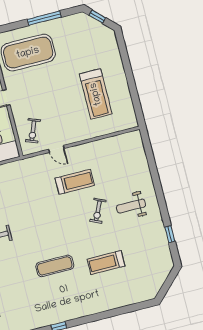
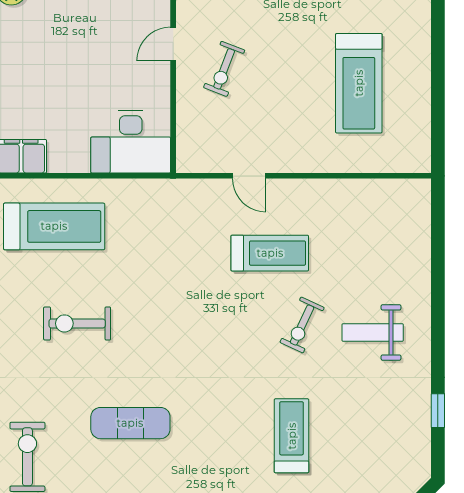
exercise bike: (33, 131) -> (224, 69), moved
treadmill: (106, 263) -> (292, 436), turned 90
exercise mat: (55, 266) -> (130, 423), moved

